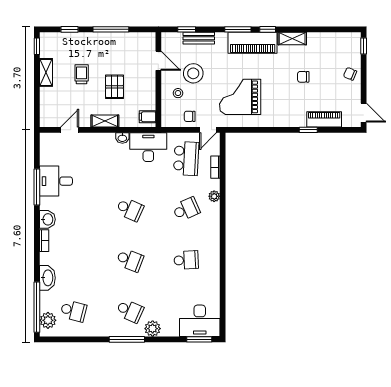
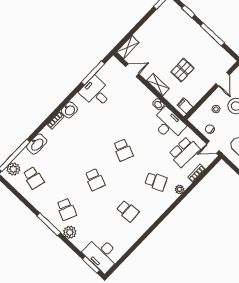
shelving: (46, 72) -> (128, 47), moved
trolley: (82, 74) -> (170, 44), removed
window: (37, 187) -> (93, 73), moved

